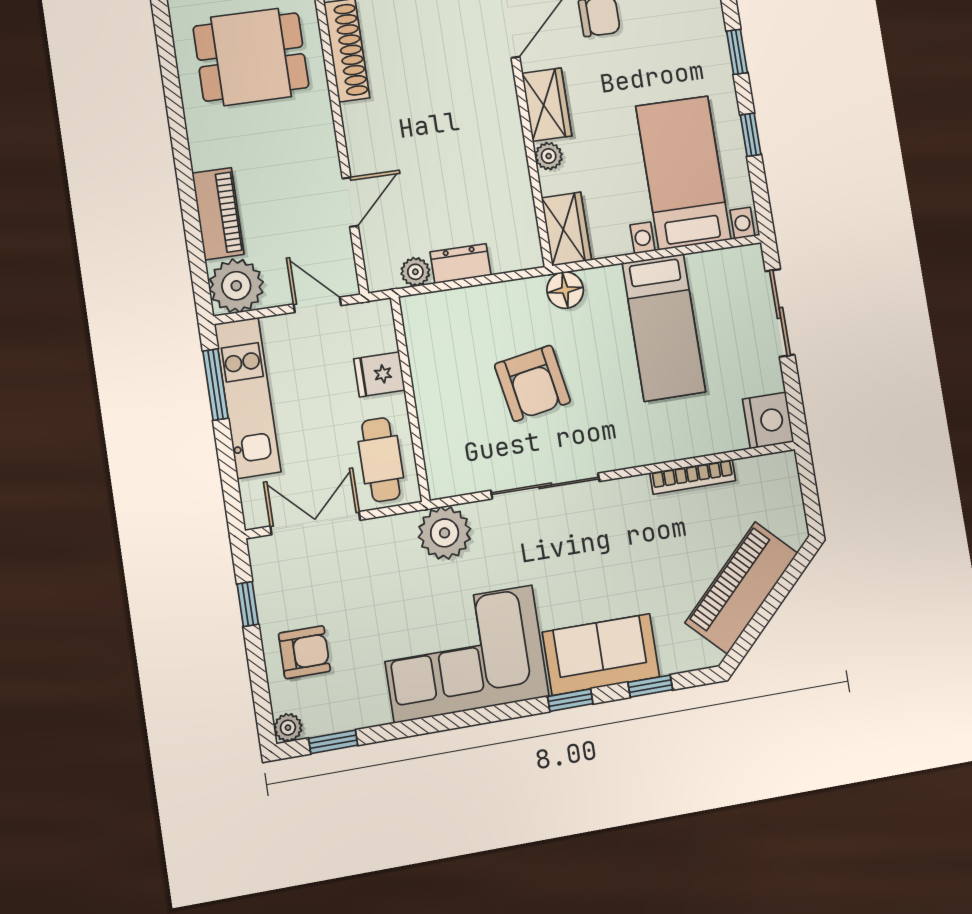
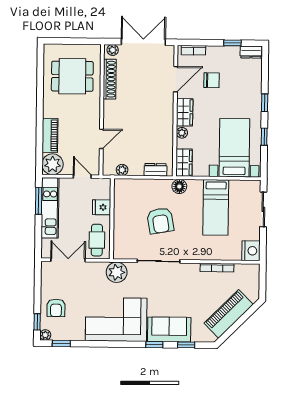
dresser: (461, 264) -> (155, 170), moved
window: (248, 604) -> (37, 322), moved
armchair: (304, 652) -> (56, 308), turned 90

